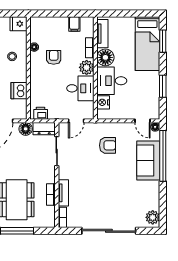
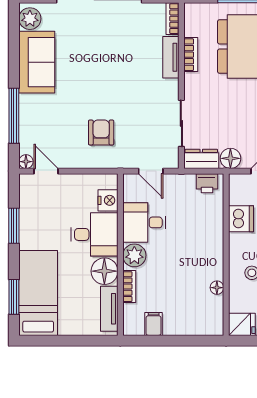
armchair: (54, 57) -> (186, 271), removed
door: (76, 121) -> (151, 171), swing flipped
armchair: (108, 145) -> (101, 132), turned 90
window: (163, 156) -> (14, 116), width x0.68
sofa: (148, 160) -> (37, 62), moved

